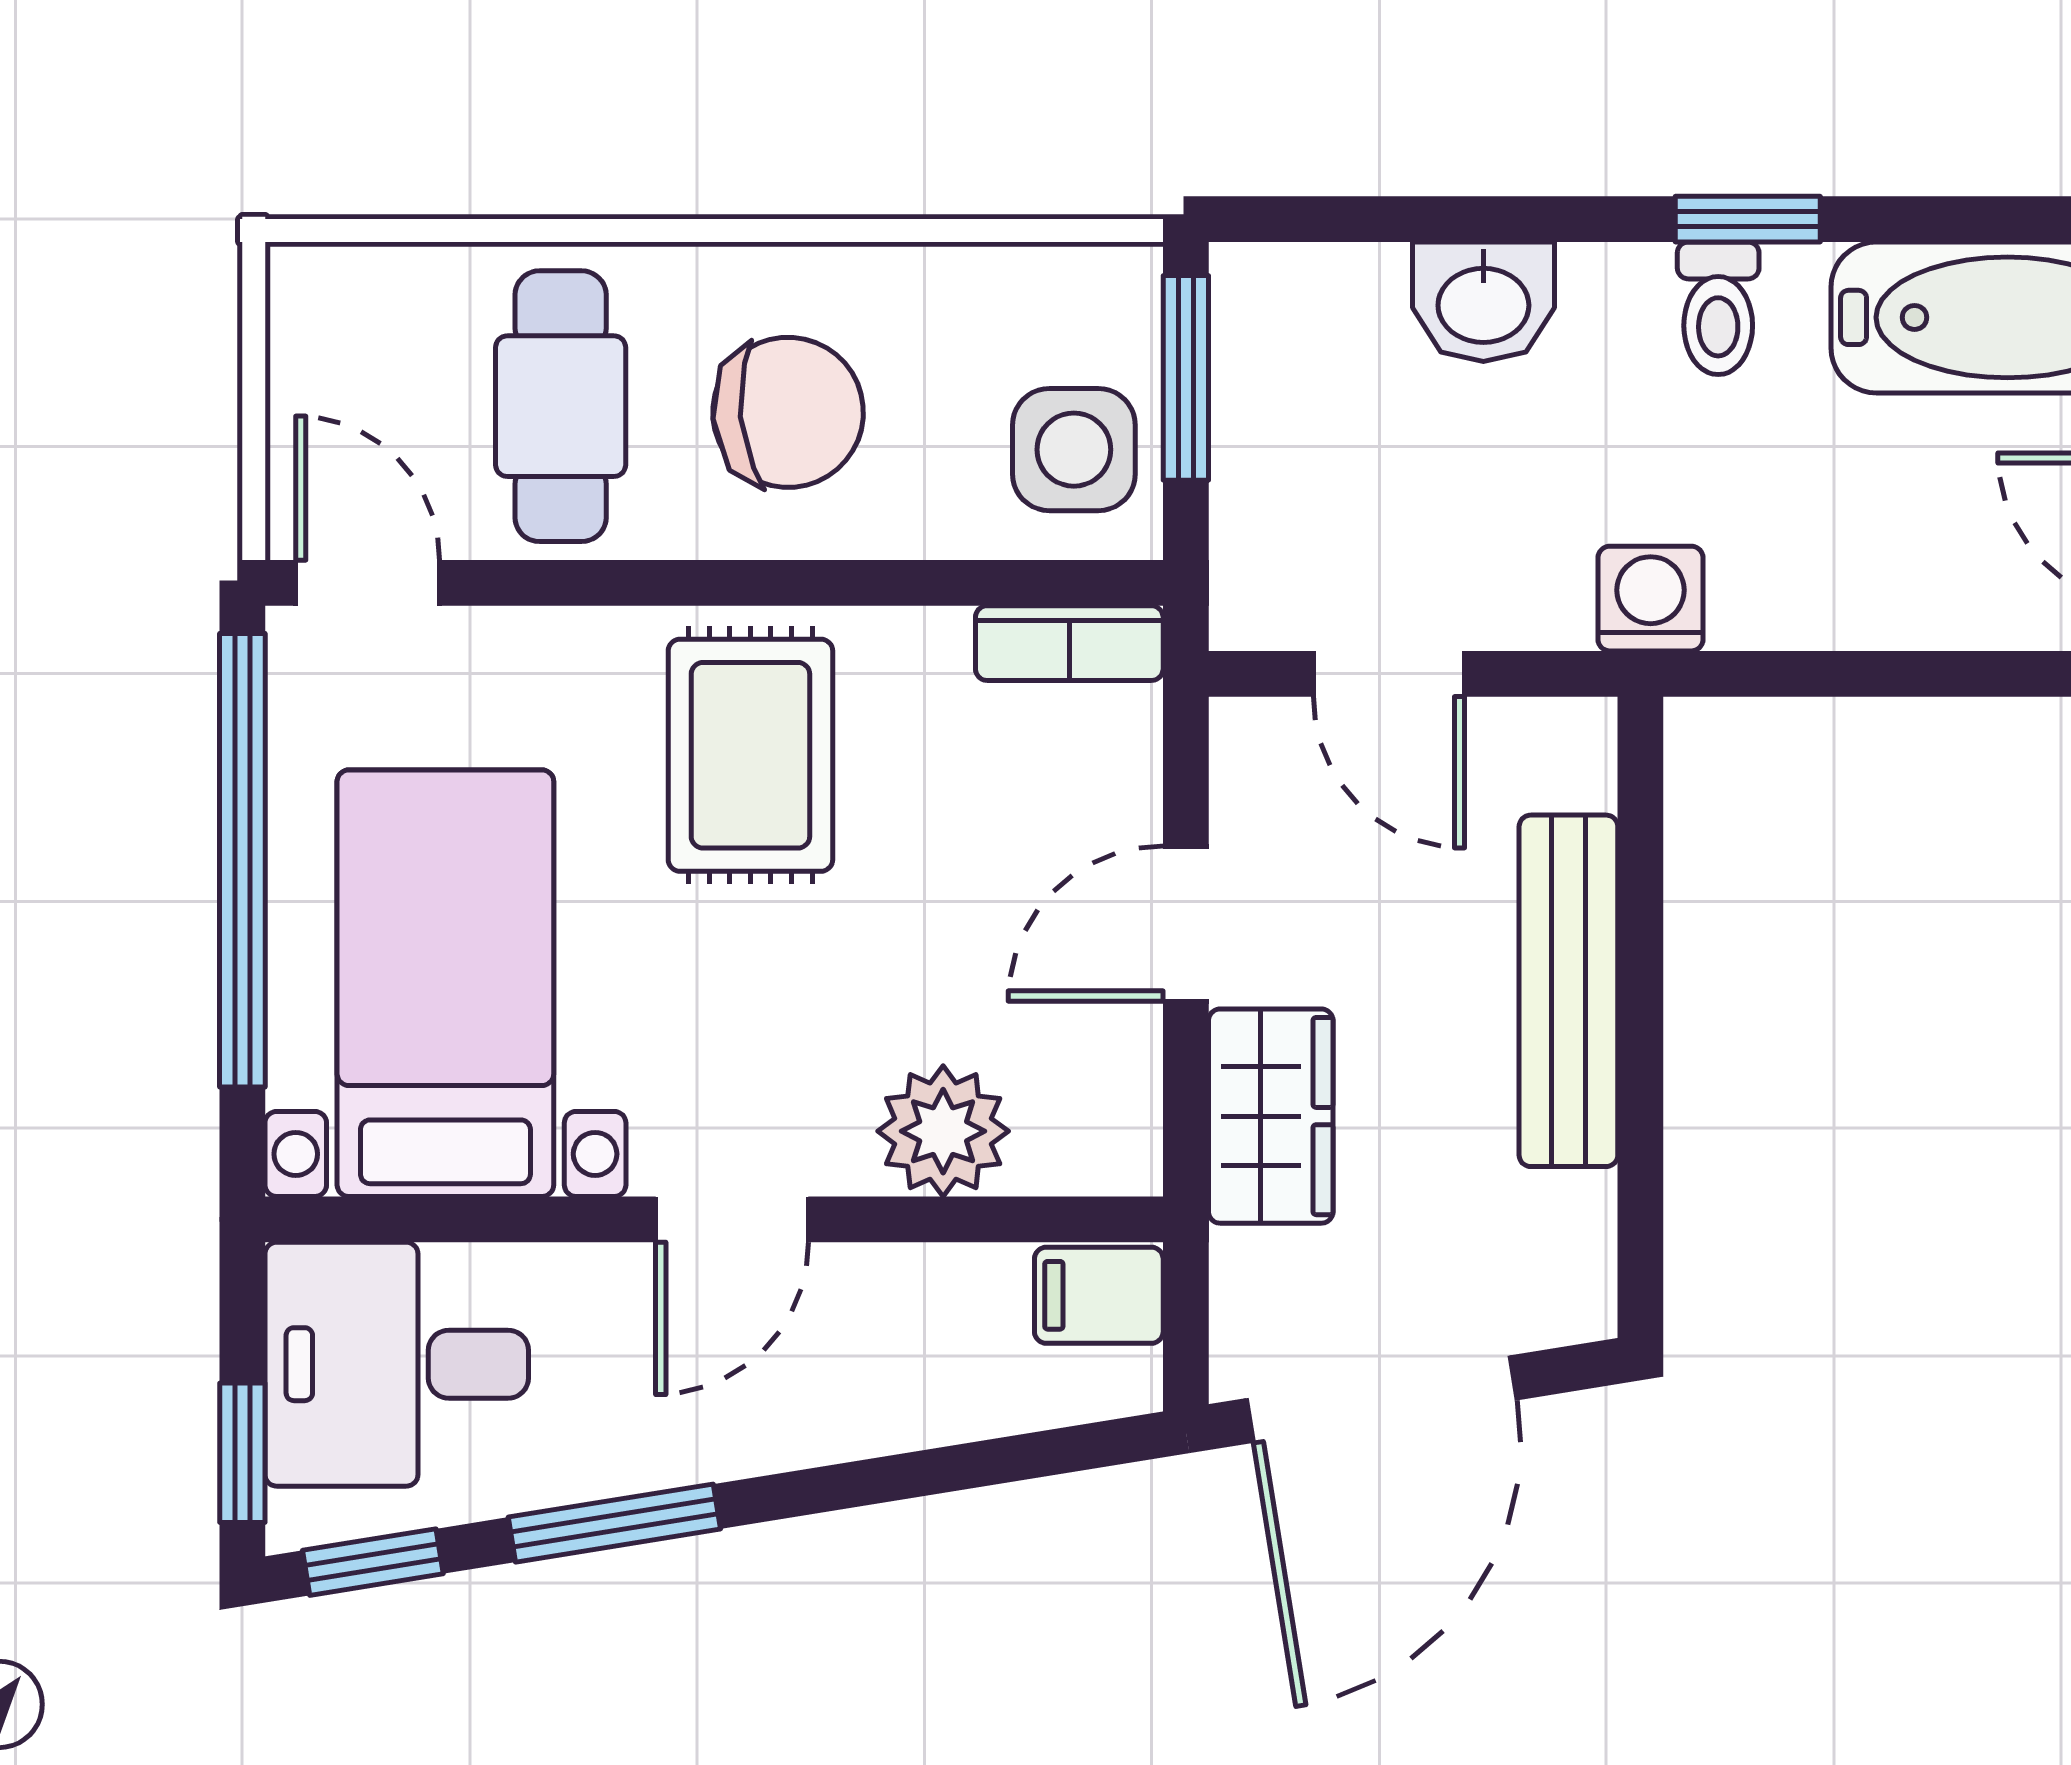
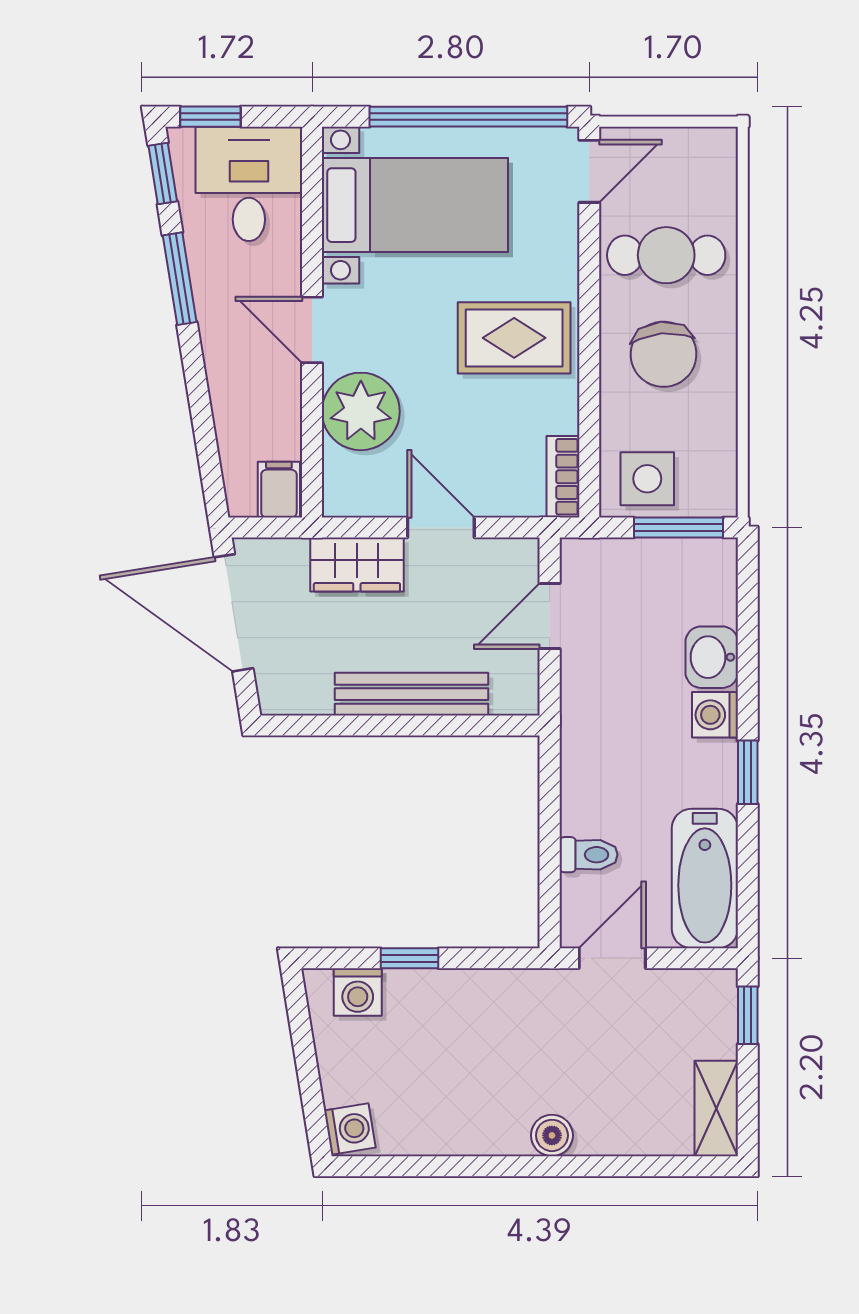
toilet: (1718, 308) -> (588, 855), moved, turned 180
washing machine: (1651, 599) -> (715, 715), moved, turned 180
plant: (943, 1131) -> (361, 411), width x1.36, depth x1.36

